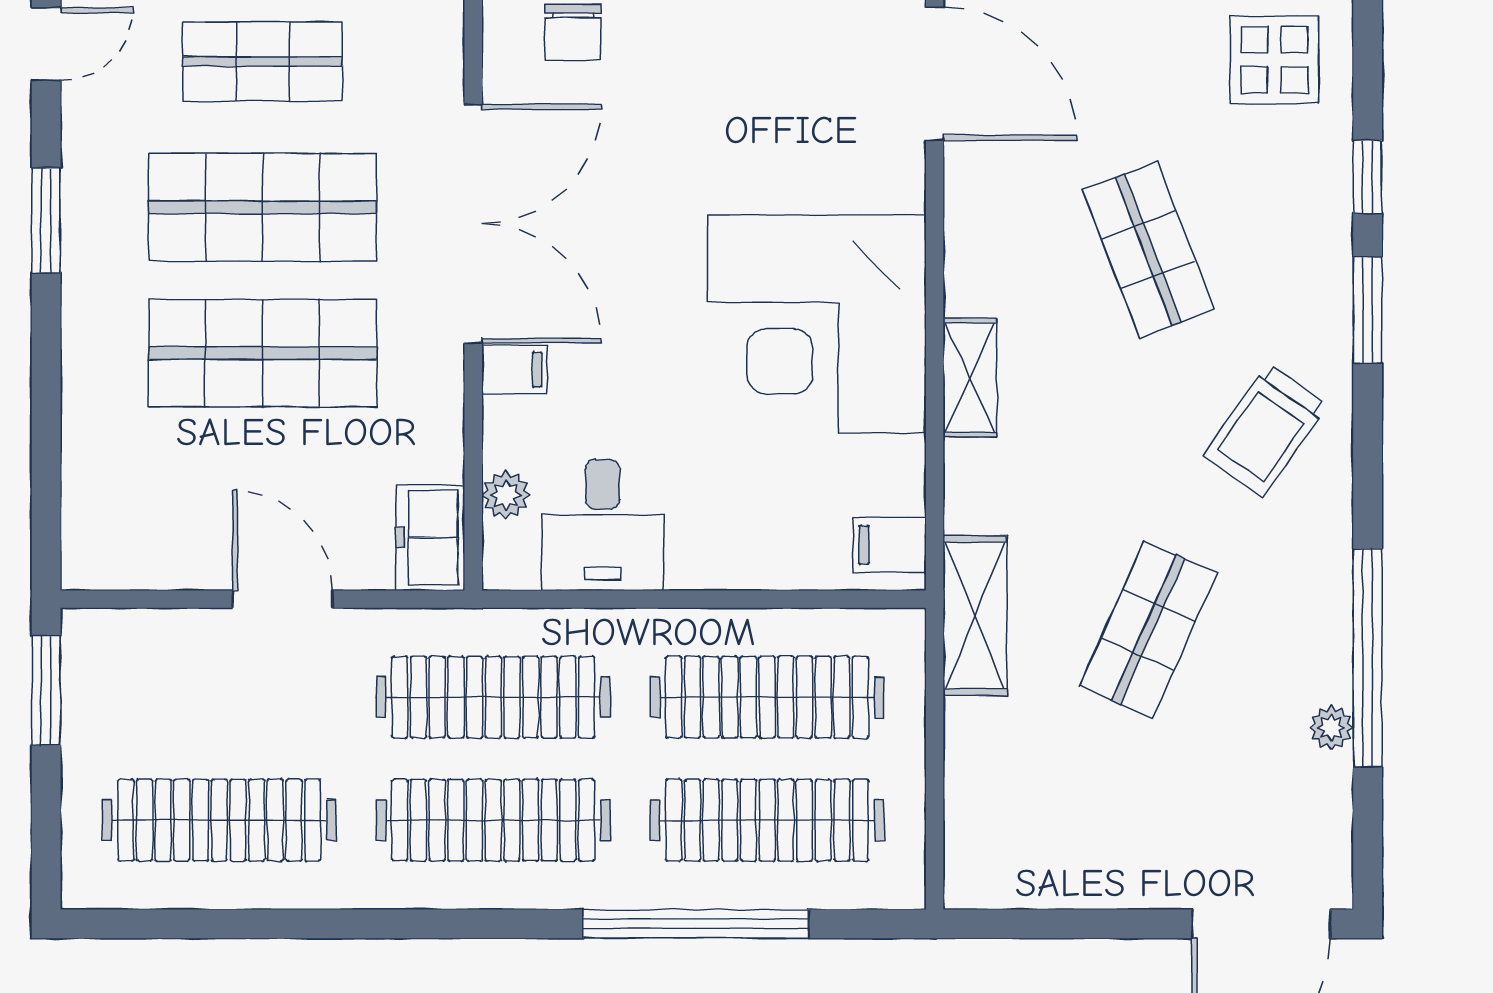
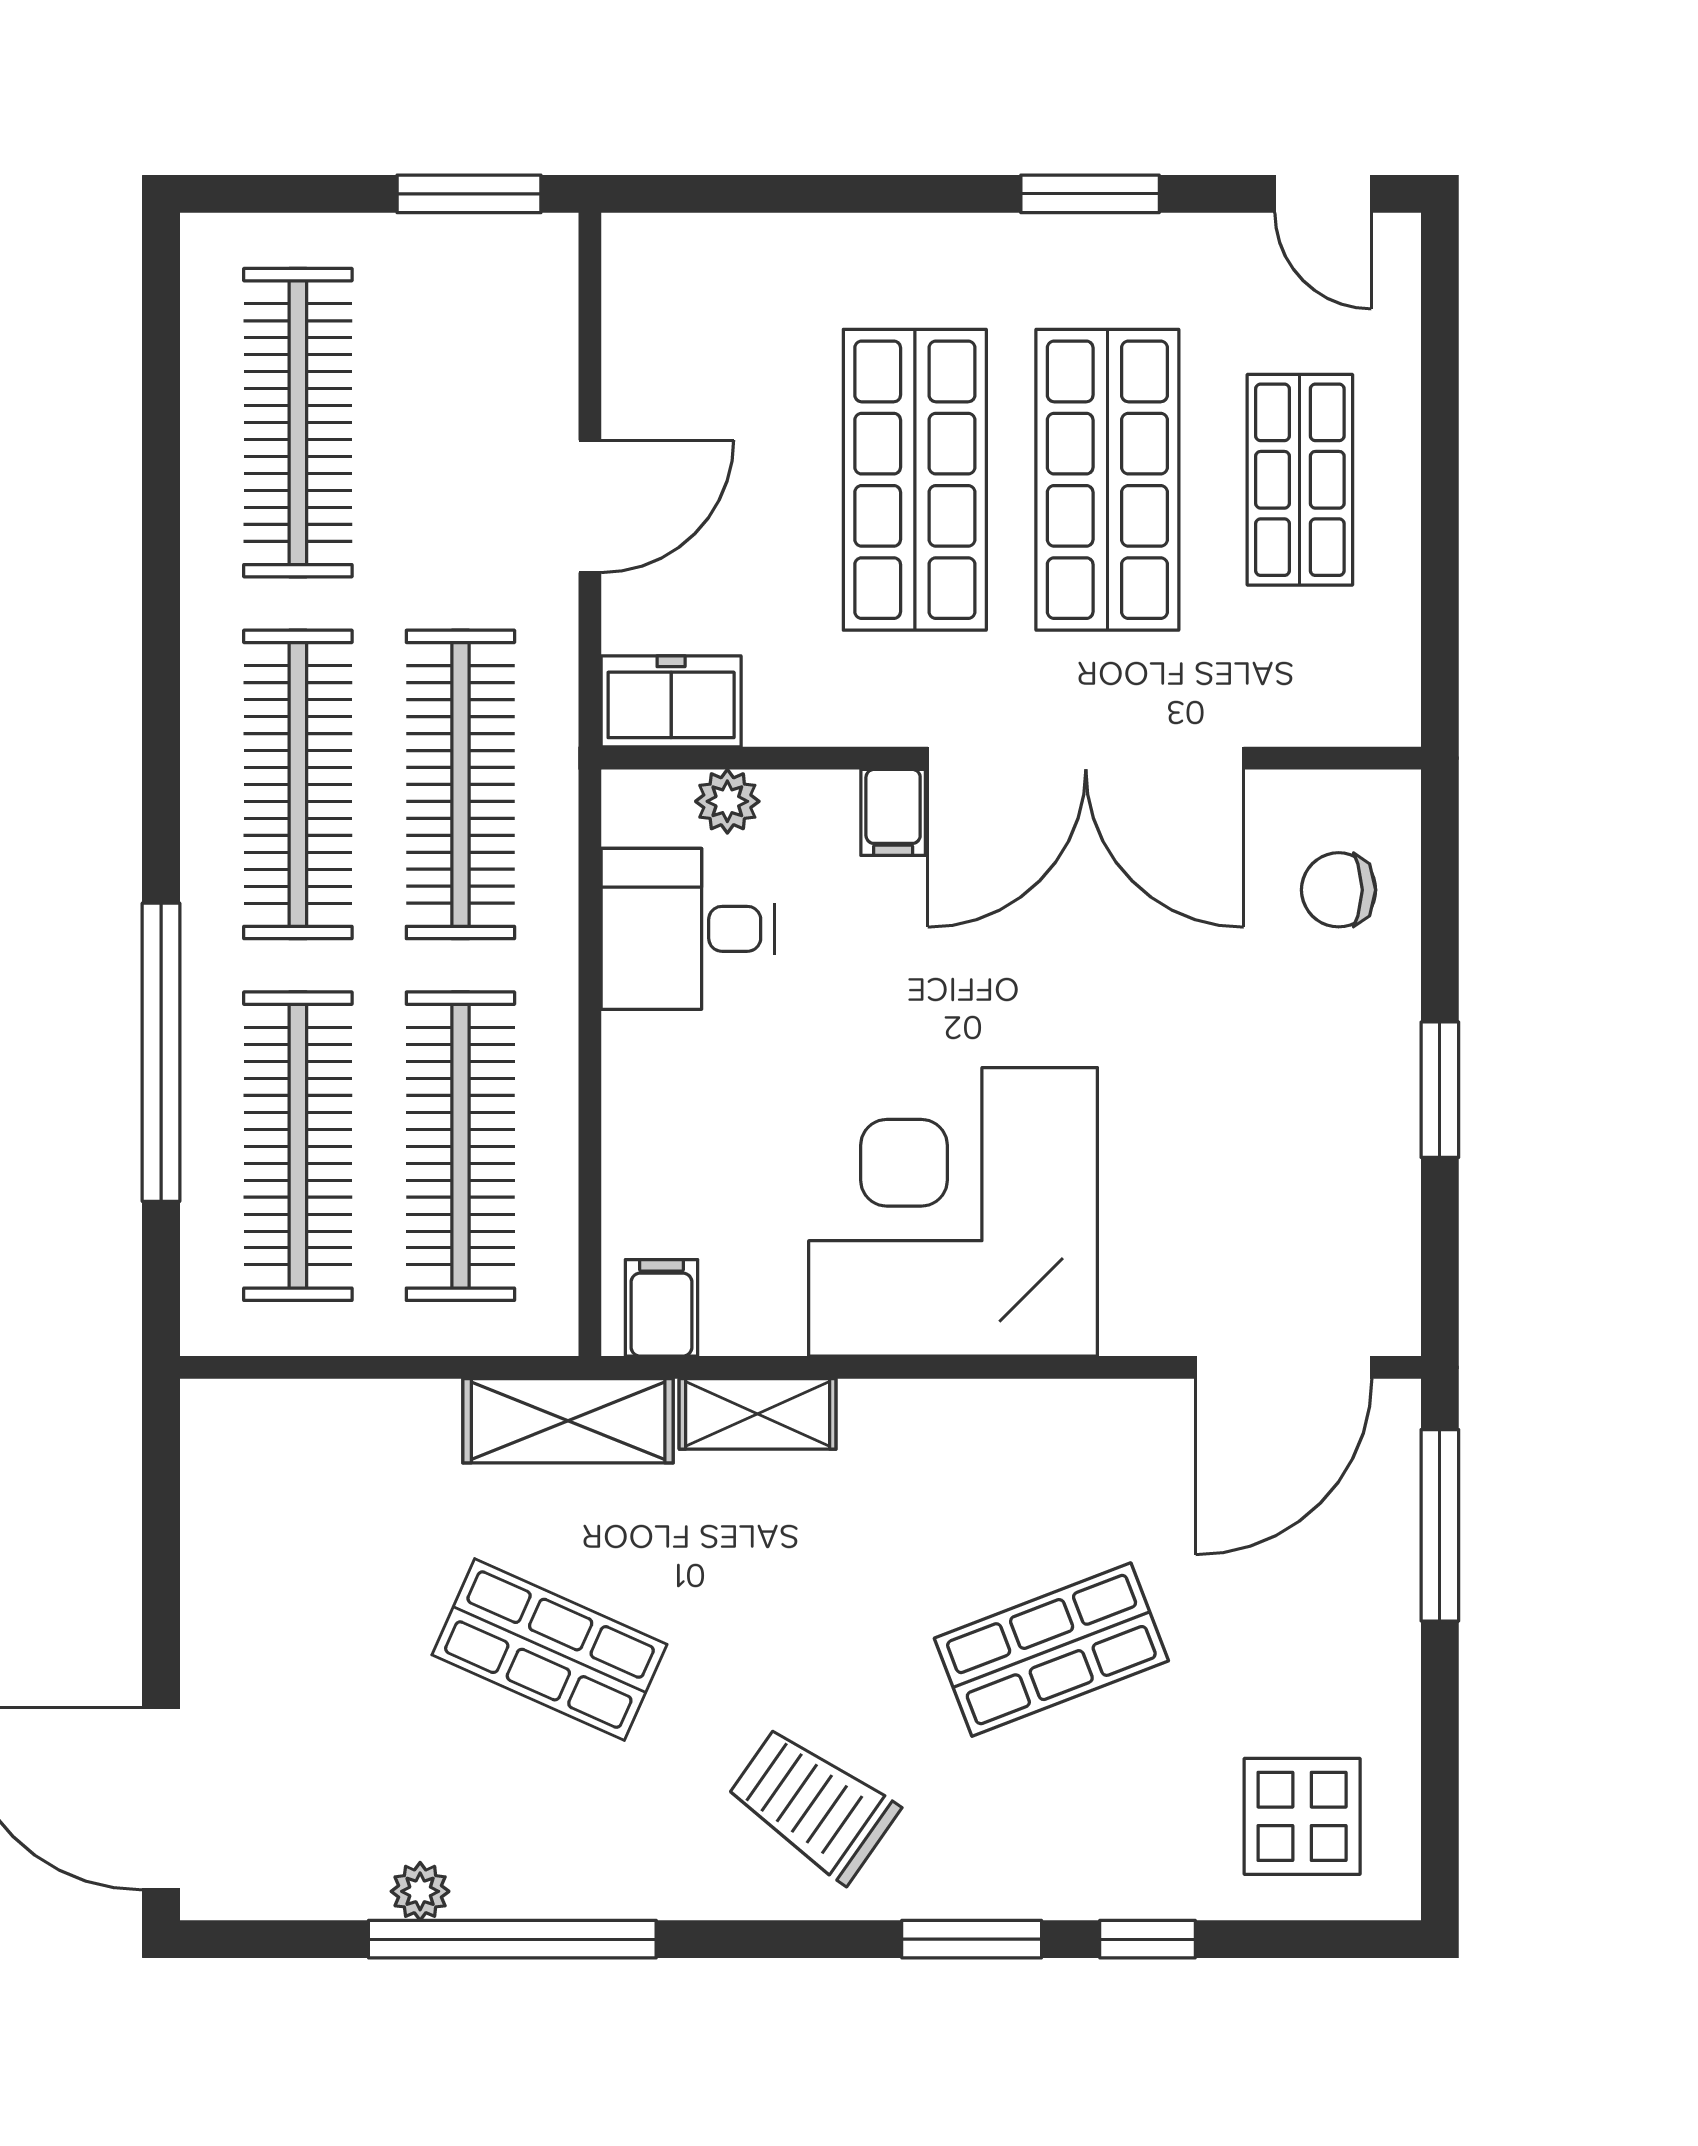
shelving: (970, 378) -> (758, 1414), moved

